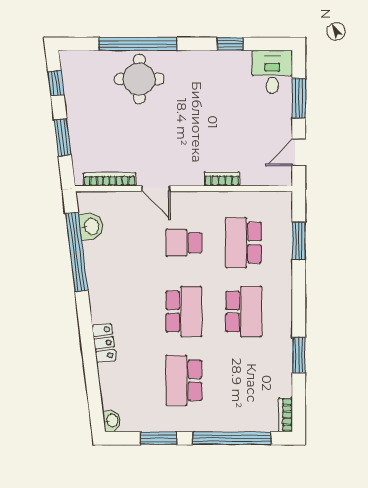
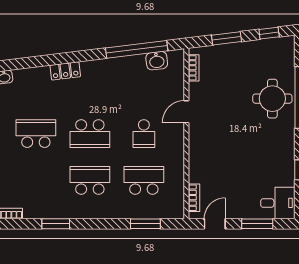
door: (299, 152) -> (215, 224), hinge flipped
bookcase: (110, 179) -> (194, 68), width x0.64
bookcase: (222, 179) -> (194, 198), moved
school desk: (184, 243) -> (144, 134), turned 180
school desk: (244, 312) -> (90, 180), turned 180

